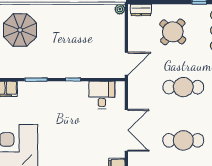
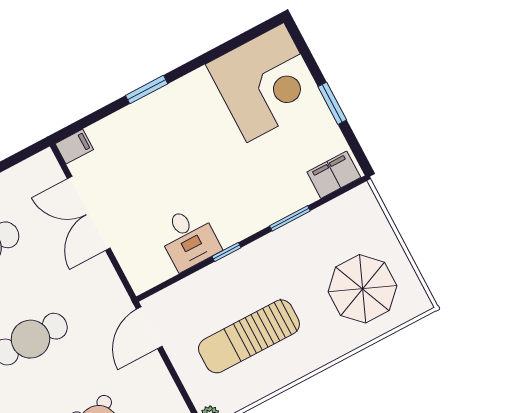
sun lounger: (83, 36) -> (249, 336), added
desk: (102, 95) -> (189, 238), moved

